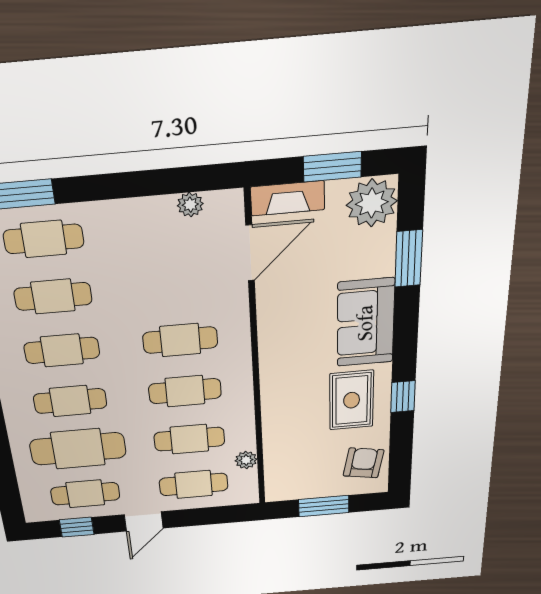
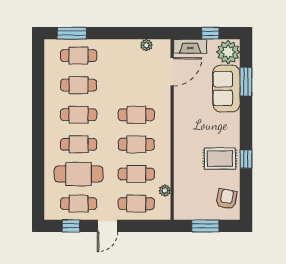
window: (332, 167) -> (210, 33), width x0.67
sofa: (366, 323) -> (226, 89), moved
rug: (352, 400) -> (220, 159), turned 90

